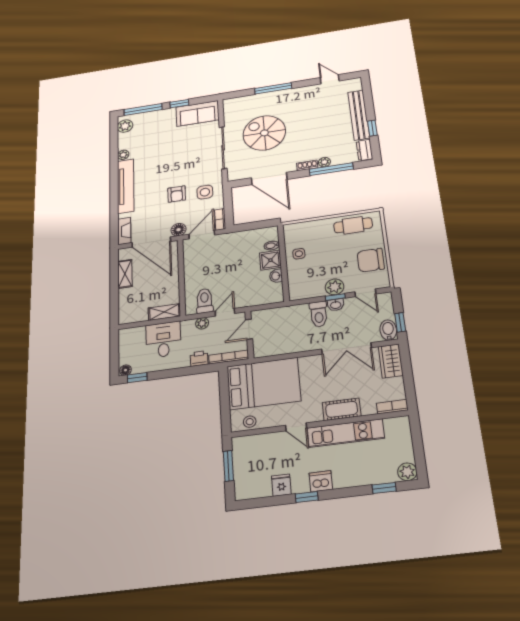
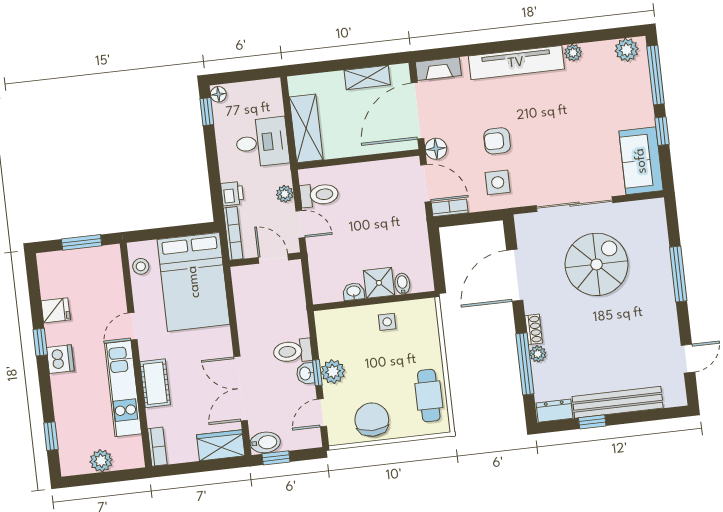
shelving: (164, 312) -> (306, 128), width x1.50, depth x1.33
plant: (407, 472) -> (101, 461), moved

